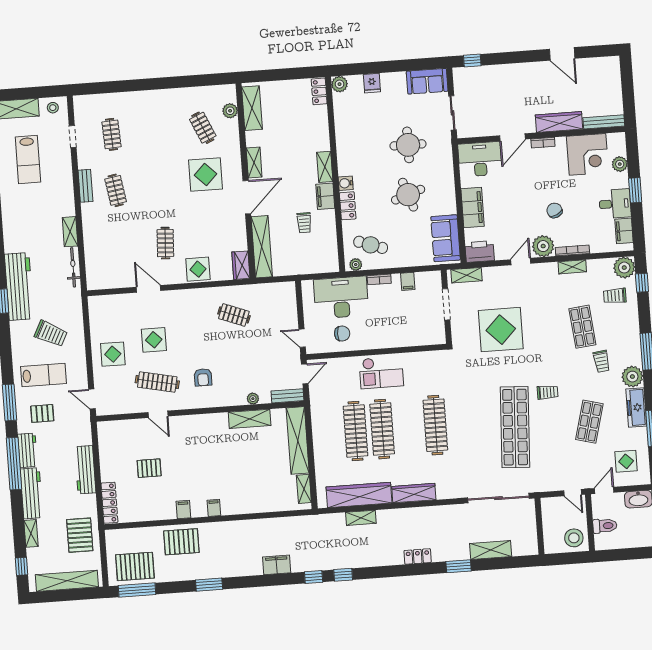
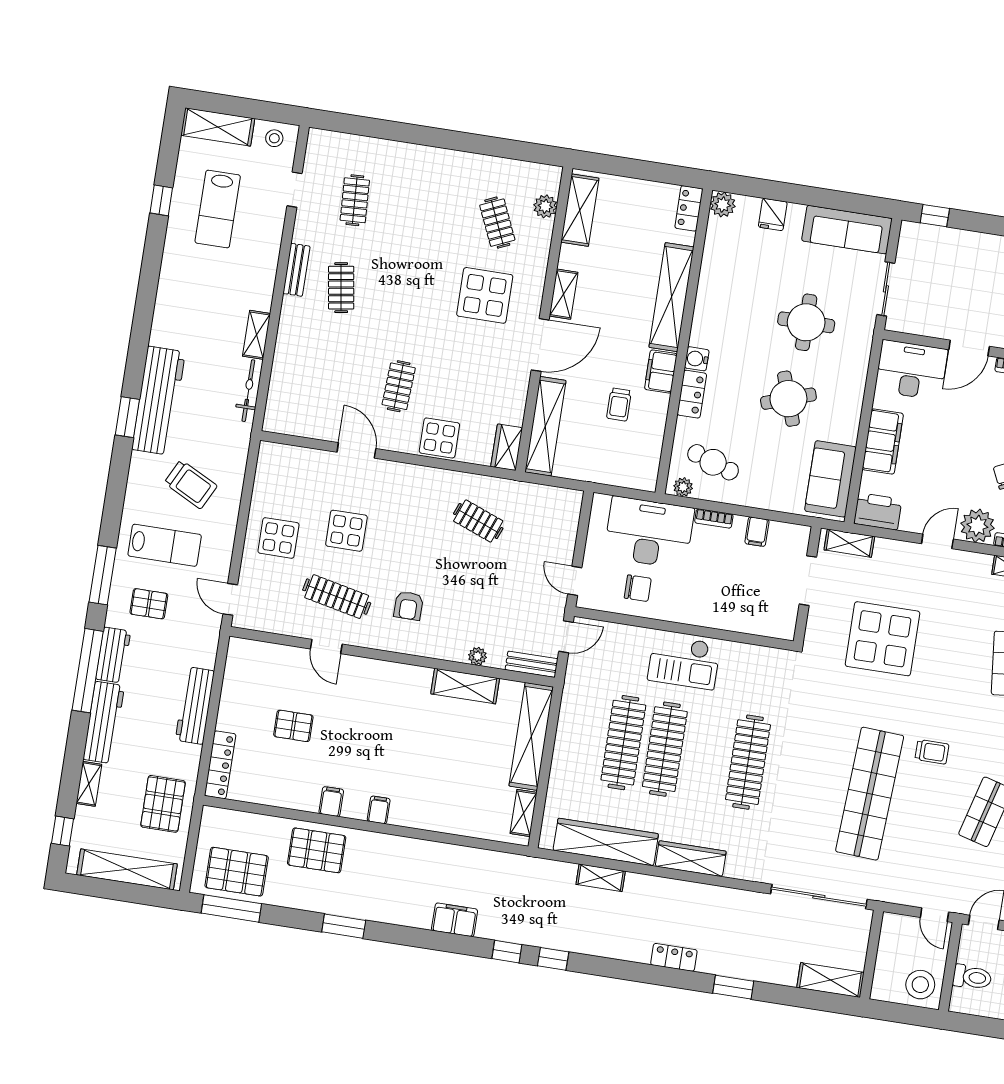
sofa: (427, 81) -> (847, 230), width x1.36
shelving: (325, 167) -> (671, 297), width x2.20, depth x1.33
shelving: (491, 550) -> (830, 980), moved

